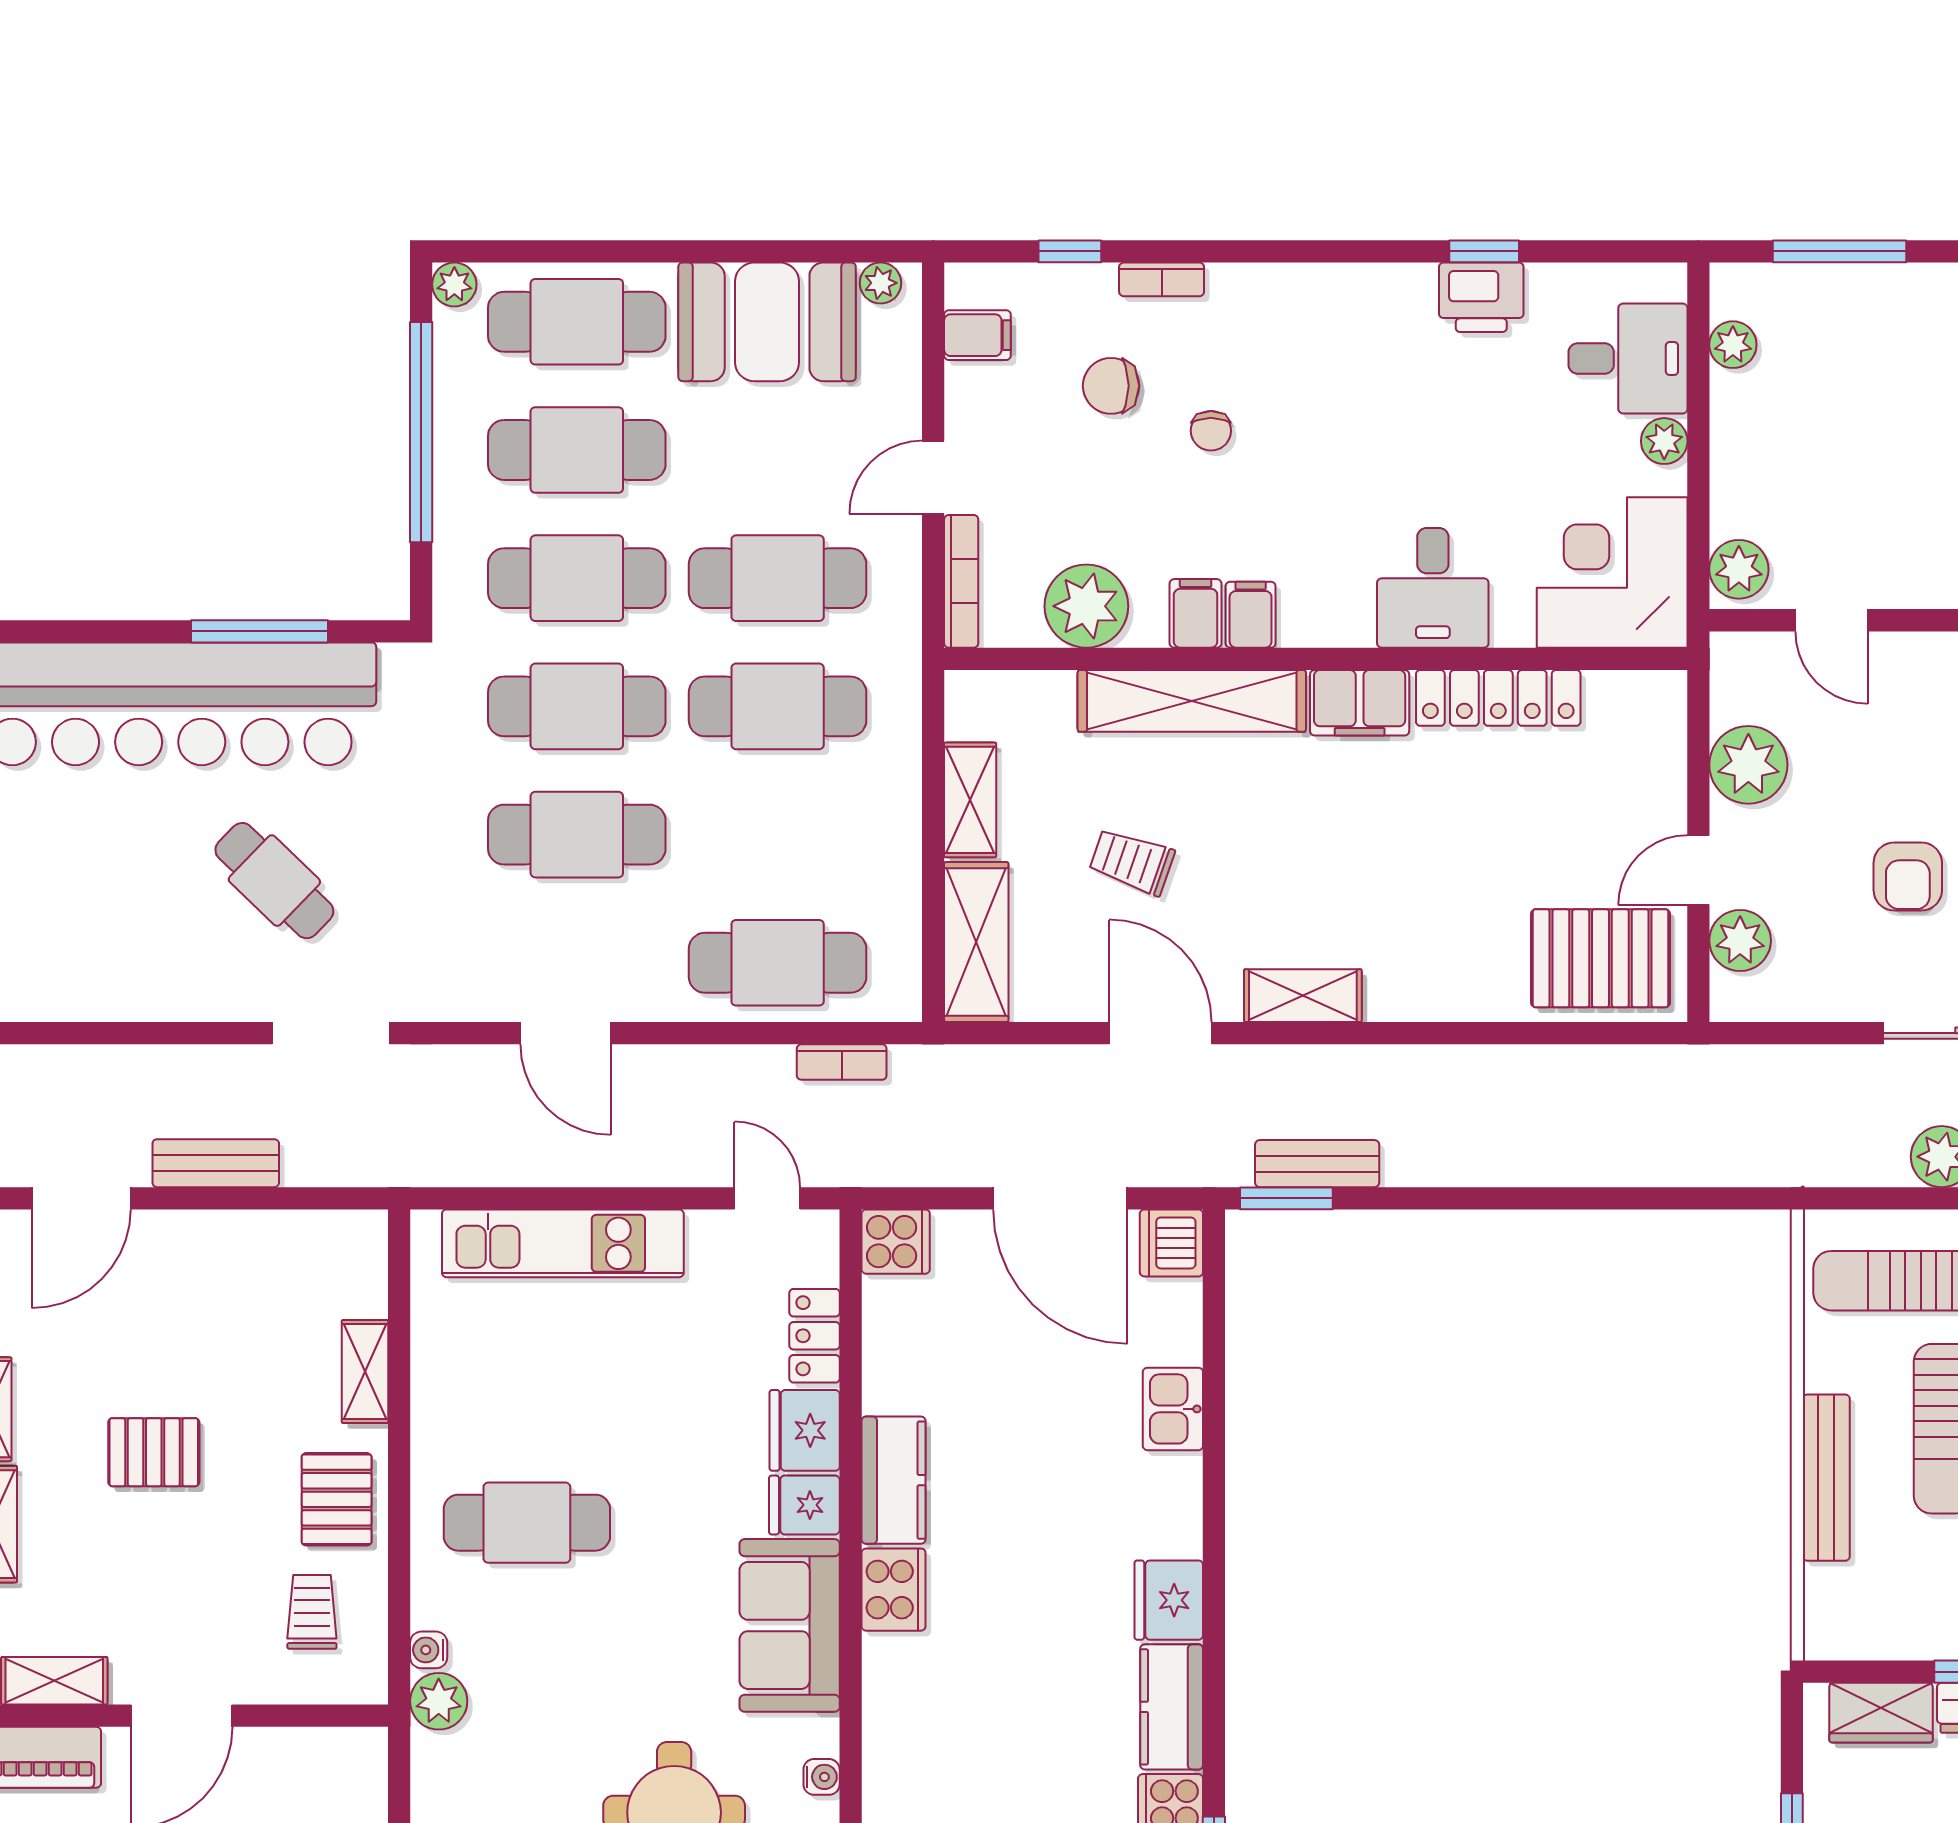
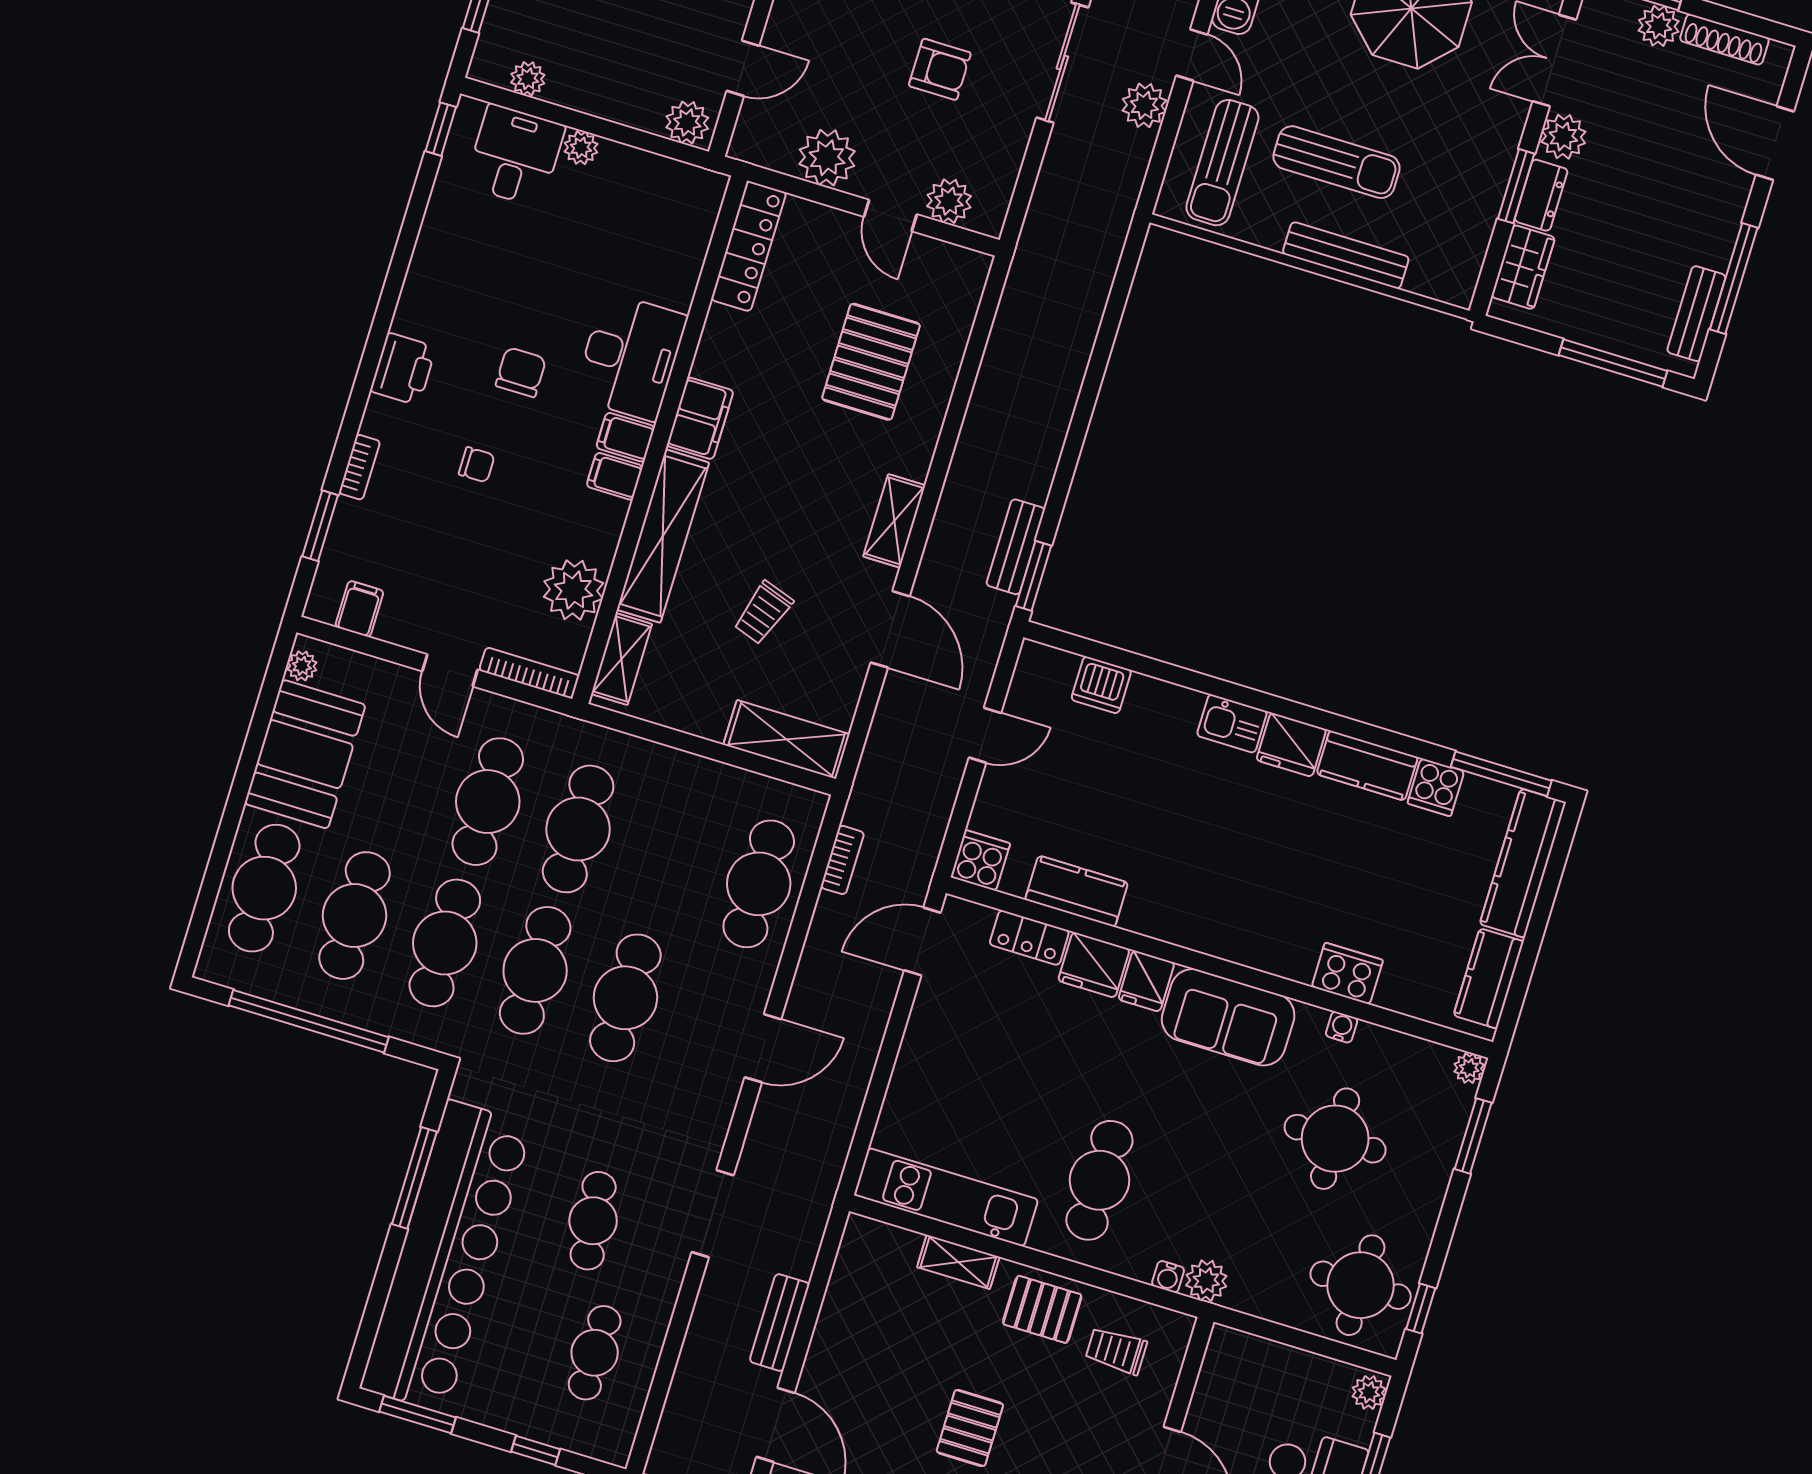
window: (1070, 251) -> (320, 526), width x1.50
window: (1484, 251) -> (441, 129), moved
plant: (454, 284) -> (212, 966), removed
printer: (1481, 297) -> (403, 369), moved
chair: (1111, 386) -> (521, 372), moved, turned 180
corner desk: (1612, 572) -> (662, 213), removed
desk: (1433, 588) -> (630, 357), width x1.37
filing cabinet: (1196, 613) -> (626, 437), moved
locker: (1498, 698) -> (749, 246), moved
shelving: (970, 800) -> (622, 659), moved, turned 90
cafe table: (274, 881) -> (593, 1221), turned -51
cafe table: (103, 935) -> (595, 1353), added
pallet: (1601, 958) -> (871, 362), moved
door: (1160, 1033) -> (890, 629), swing flipped
door: (767, 1198) -> (922, 942), width x1.38
door: (1060, 1198) -> (985, 735), width x0.53
kitchen unit: (563, 1243) -> (946, 1197), moved, turned -90
dishwasher: (1171, 1243) -> (1101, 685), moved
kitchen sink: (1173, 1409) -> (1232, 724), moved
kitchen counter: (894, 1480) -> (1077, 891), moved
cooker: (894, 1590) -> (1347, 974), moved

